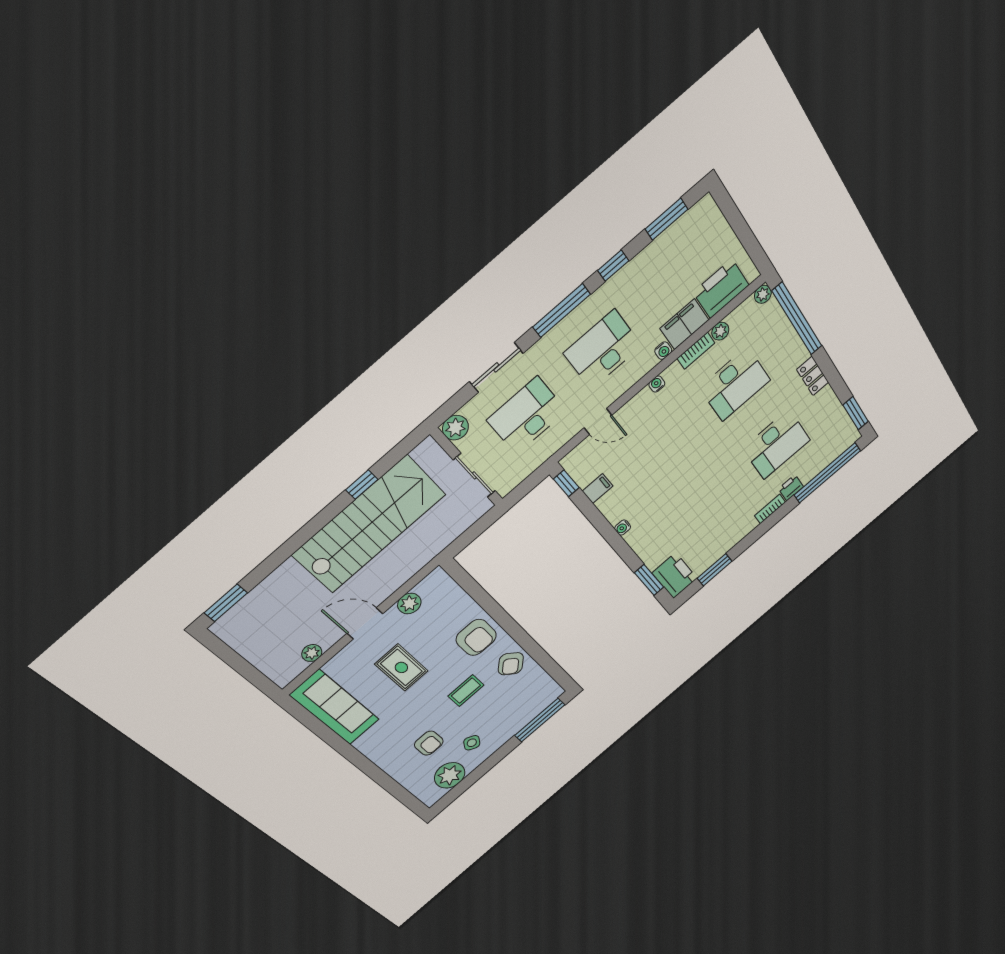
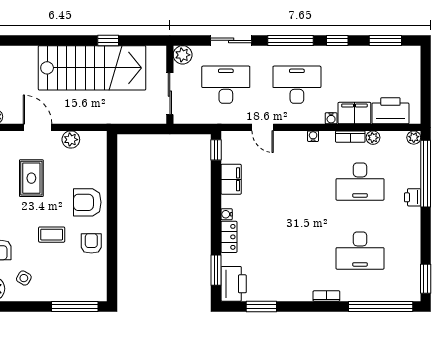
locker: (813, 376) -> (229, 237), moved, turned 180
printer: (791, 488) -> (413, 197), moved, turned -90
filing cabinet: (598, 489) -> (231, 179), width x2.00
armchair: (476, 637) -> (87, 202), turned 90
armchair: (511, 664) -> (91, 243), turned 137

